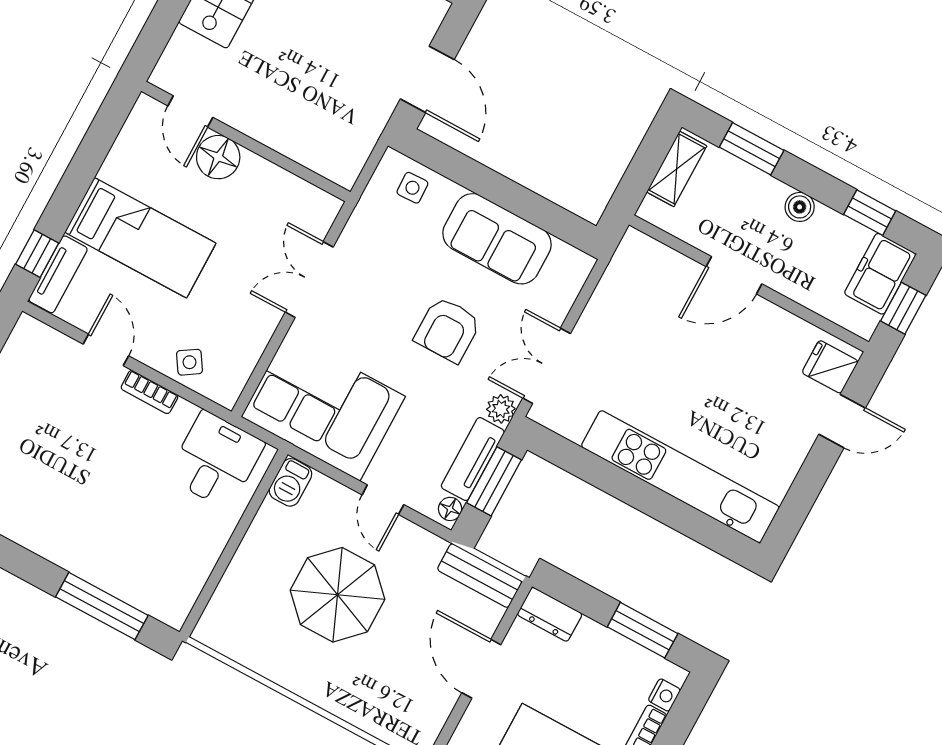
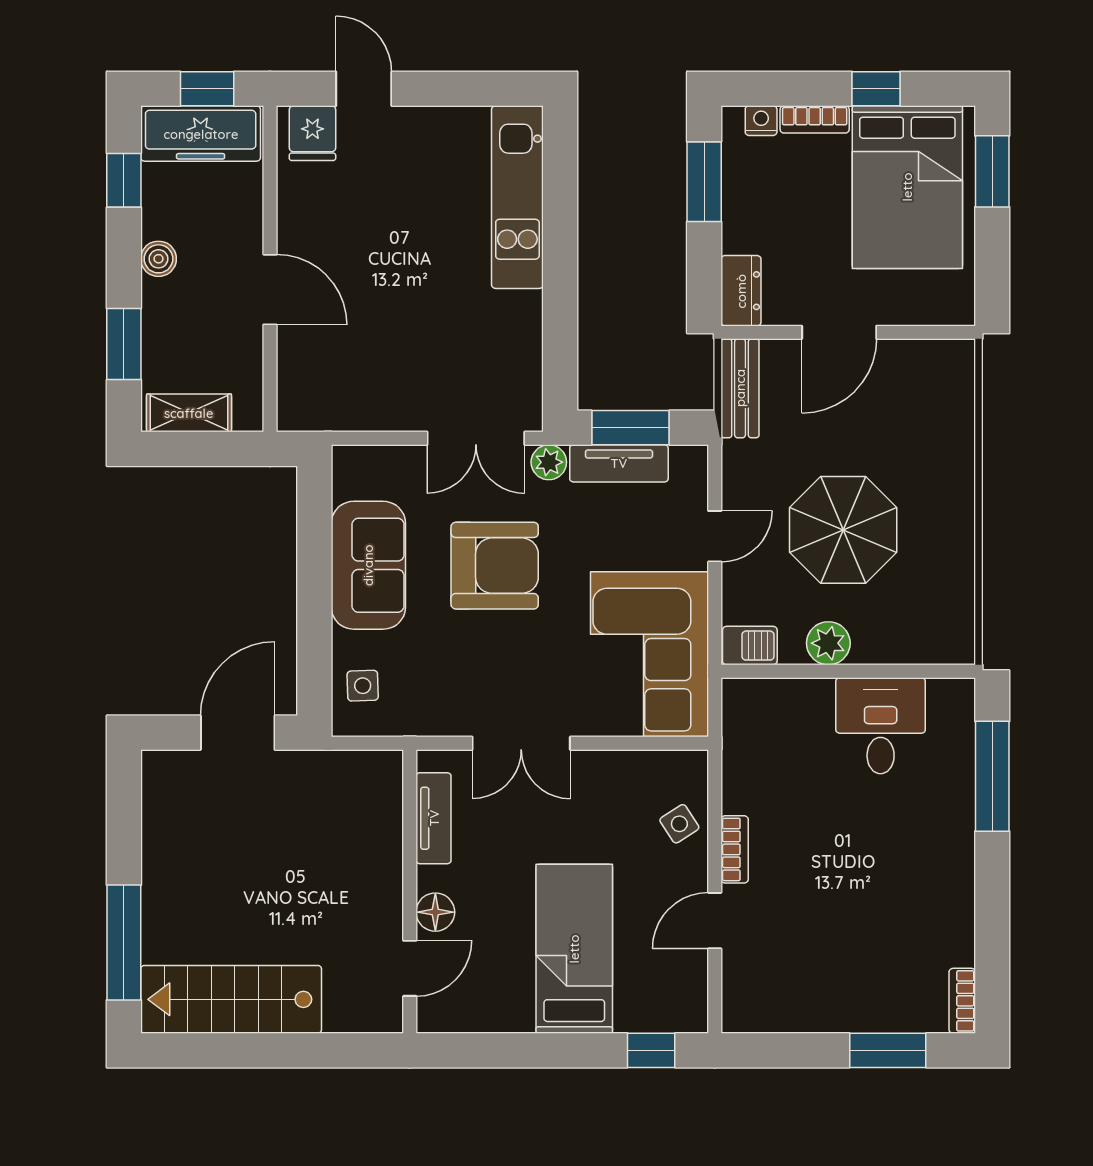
floor lamp: (218, 157) -> (435, 912), width x0.73, depth x0.73
tv unit: (58, 274) -> (434, 818), moved, turned 90
freezer: (880, 274) -> (201, 134), width x1.40
armchair: (448, 330) -> (495, 566), width x1.36, depth x1.36
desk: (216, 460) -> (881, 726), moved, turned 90
kitchen unit: (680, 477) -> (517, 197), width x0.73
floor lamp: (450, 509) -> (686, 459), removed
plant: (262, 540) -> (828, 643), added

